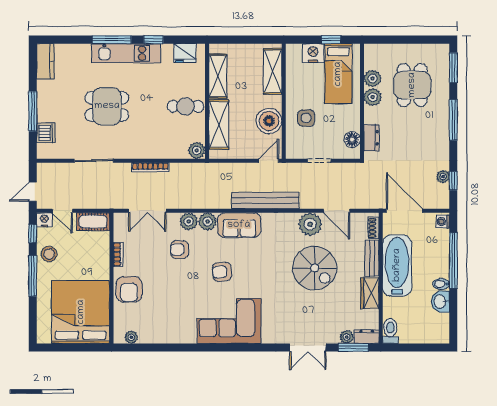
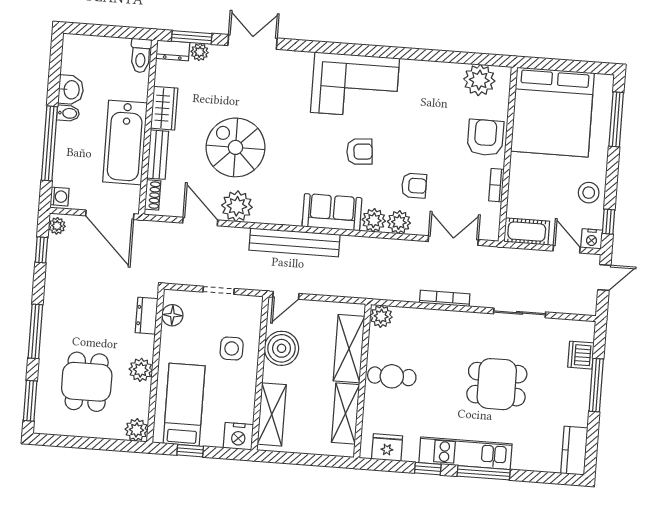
nightstand: (313, 53) -> (238, 436), moved
plant: (372, 78) -> (136, 430), moved
plant: (443, 177) -> (57, 226), moved
window: (33, 276) -> (616, 119), moved
plant: (131, 337) -> (479, 80), width x1.88, depth x1.88

